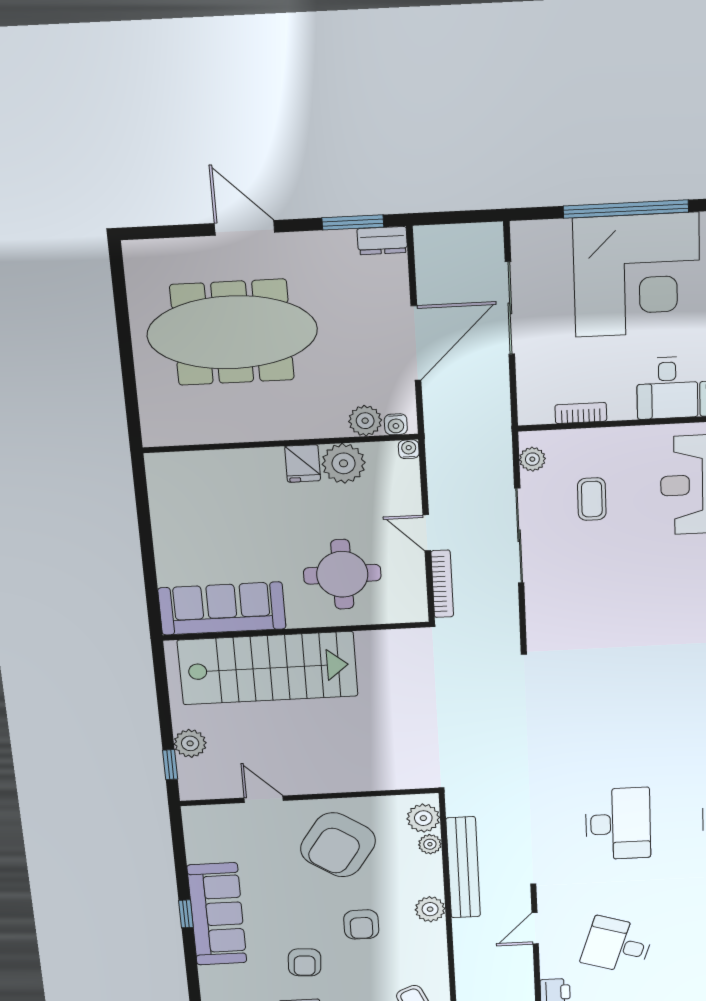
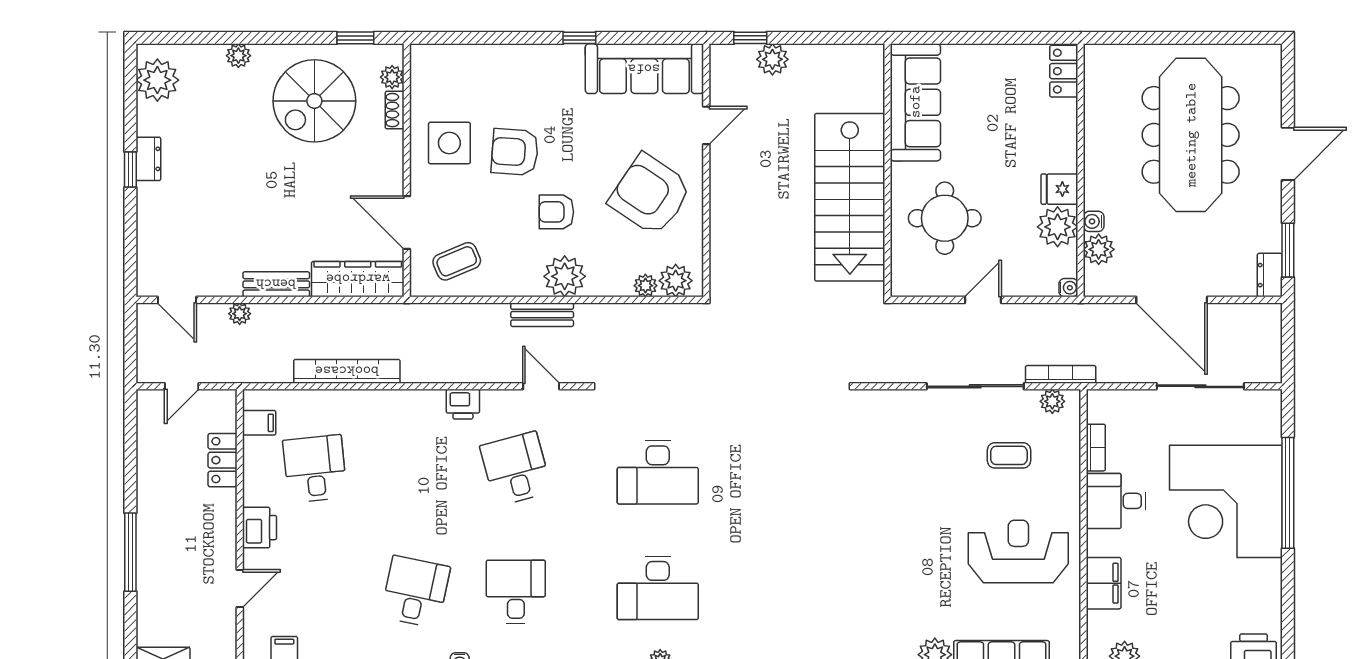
desk: (667, 388) -> (1116, 501), moved
water cooler: (396, 424) -> (1094, 221), moved
locker: (175, 466) -> (1064, 71), added
bookcase: (442, 584) -> (1061, 374), moved, turned 180
stairs: (268, 668) -> (850, 197), moved
bench: (463, 868) -> (542, 315), moved, width x0.54, depth x0.82
plant: (430, 909) -> (565, 276), width x1.36, depth x1.36
sofa: (217, 914) -> (644, 69), moved
desk: (617, 945) -> (516, 469), turned -33
armchair: (305, 962) -> (515, 152), width x1.38, depth x1.38

